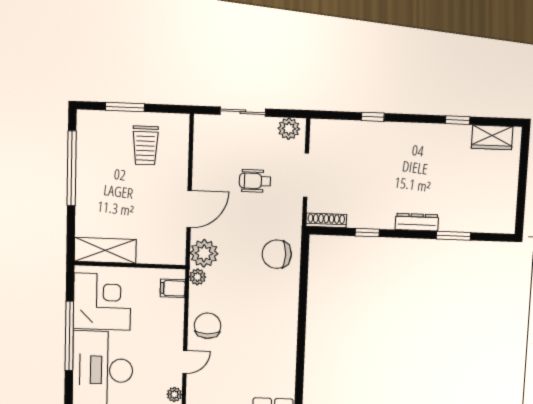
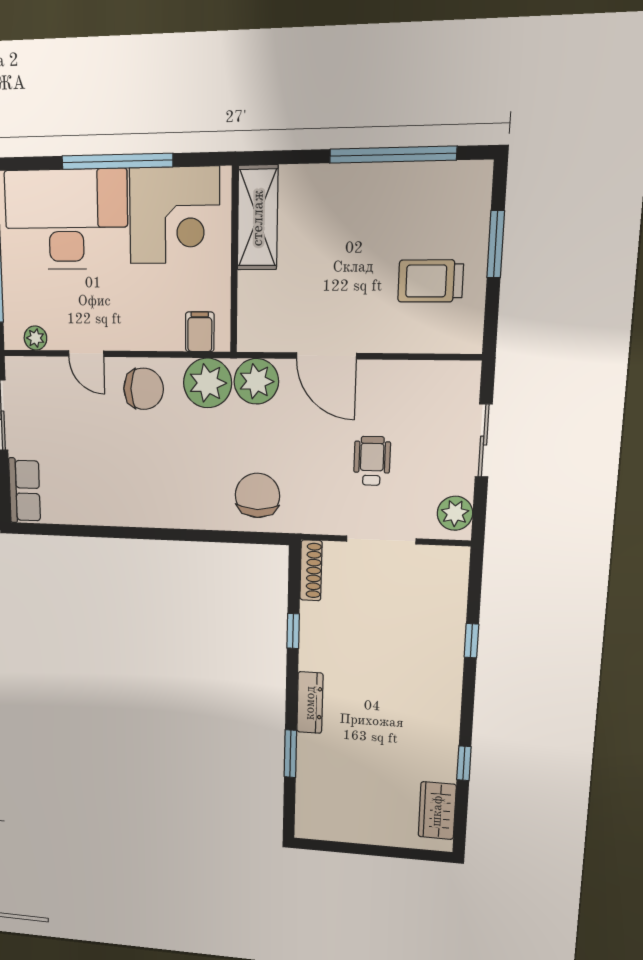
plant: (197, 277) -> (208, 383), width x1.87, depth x1.87

